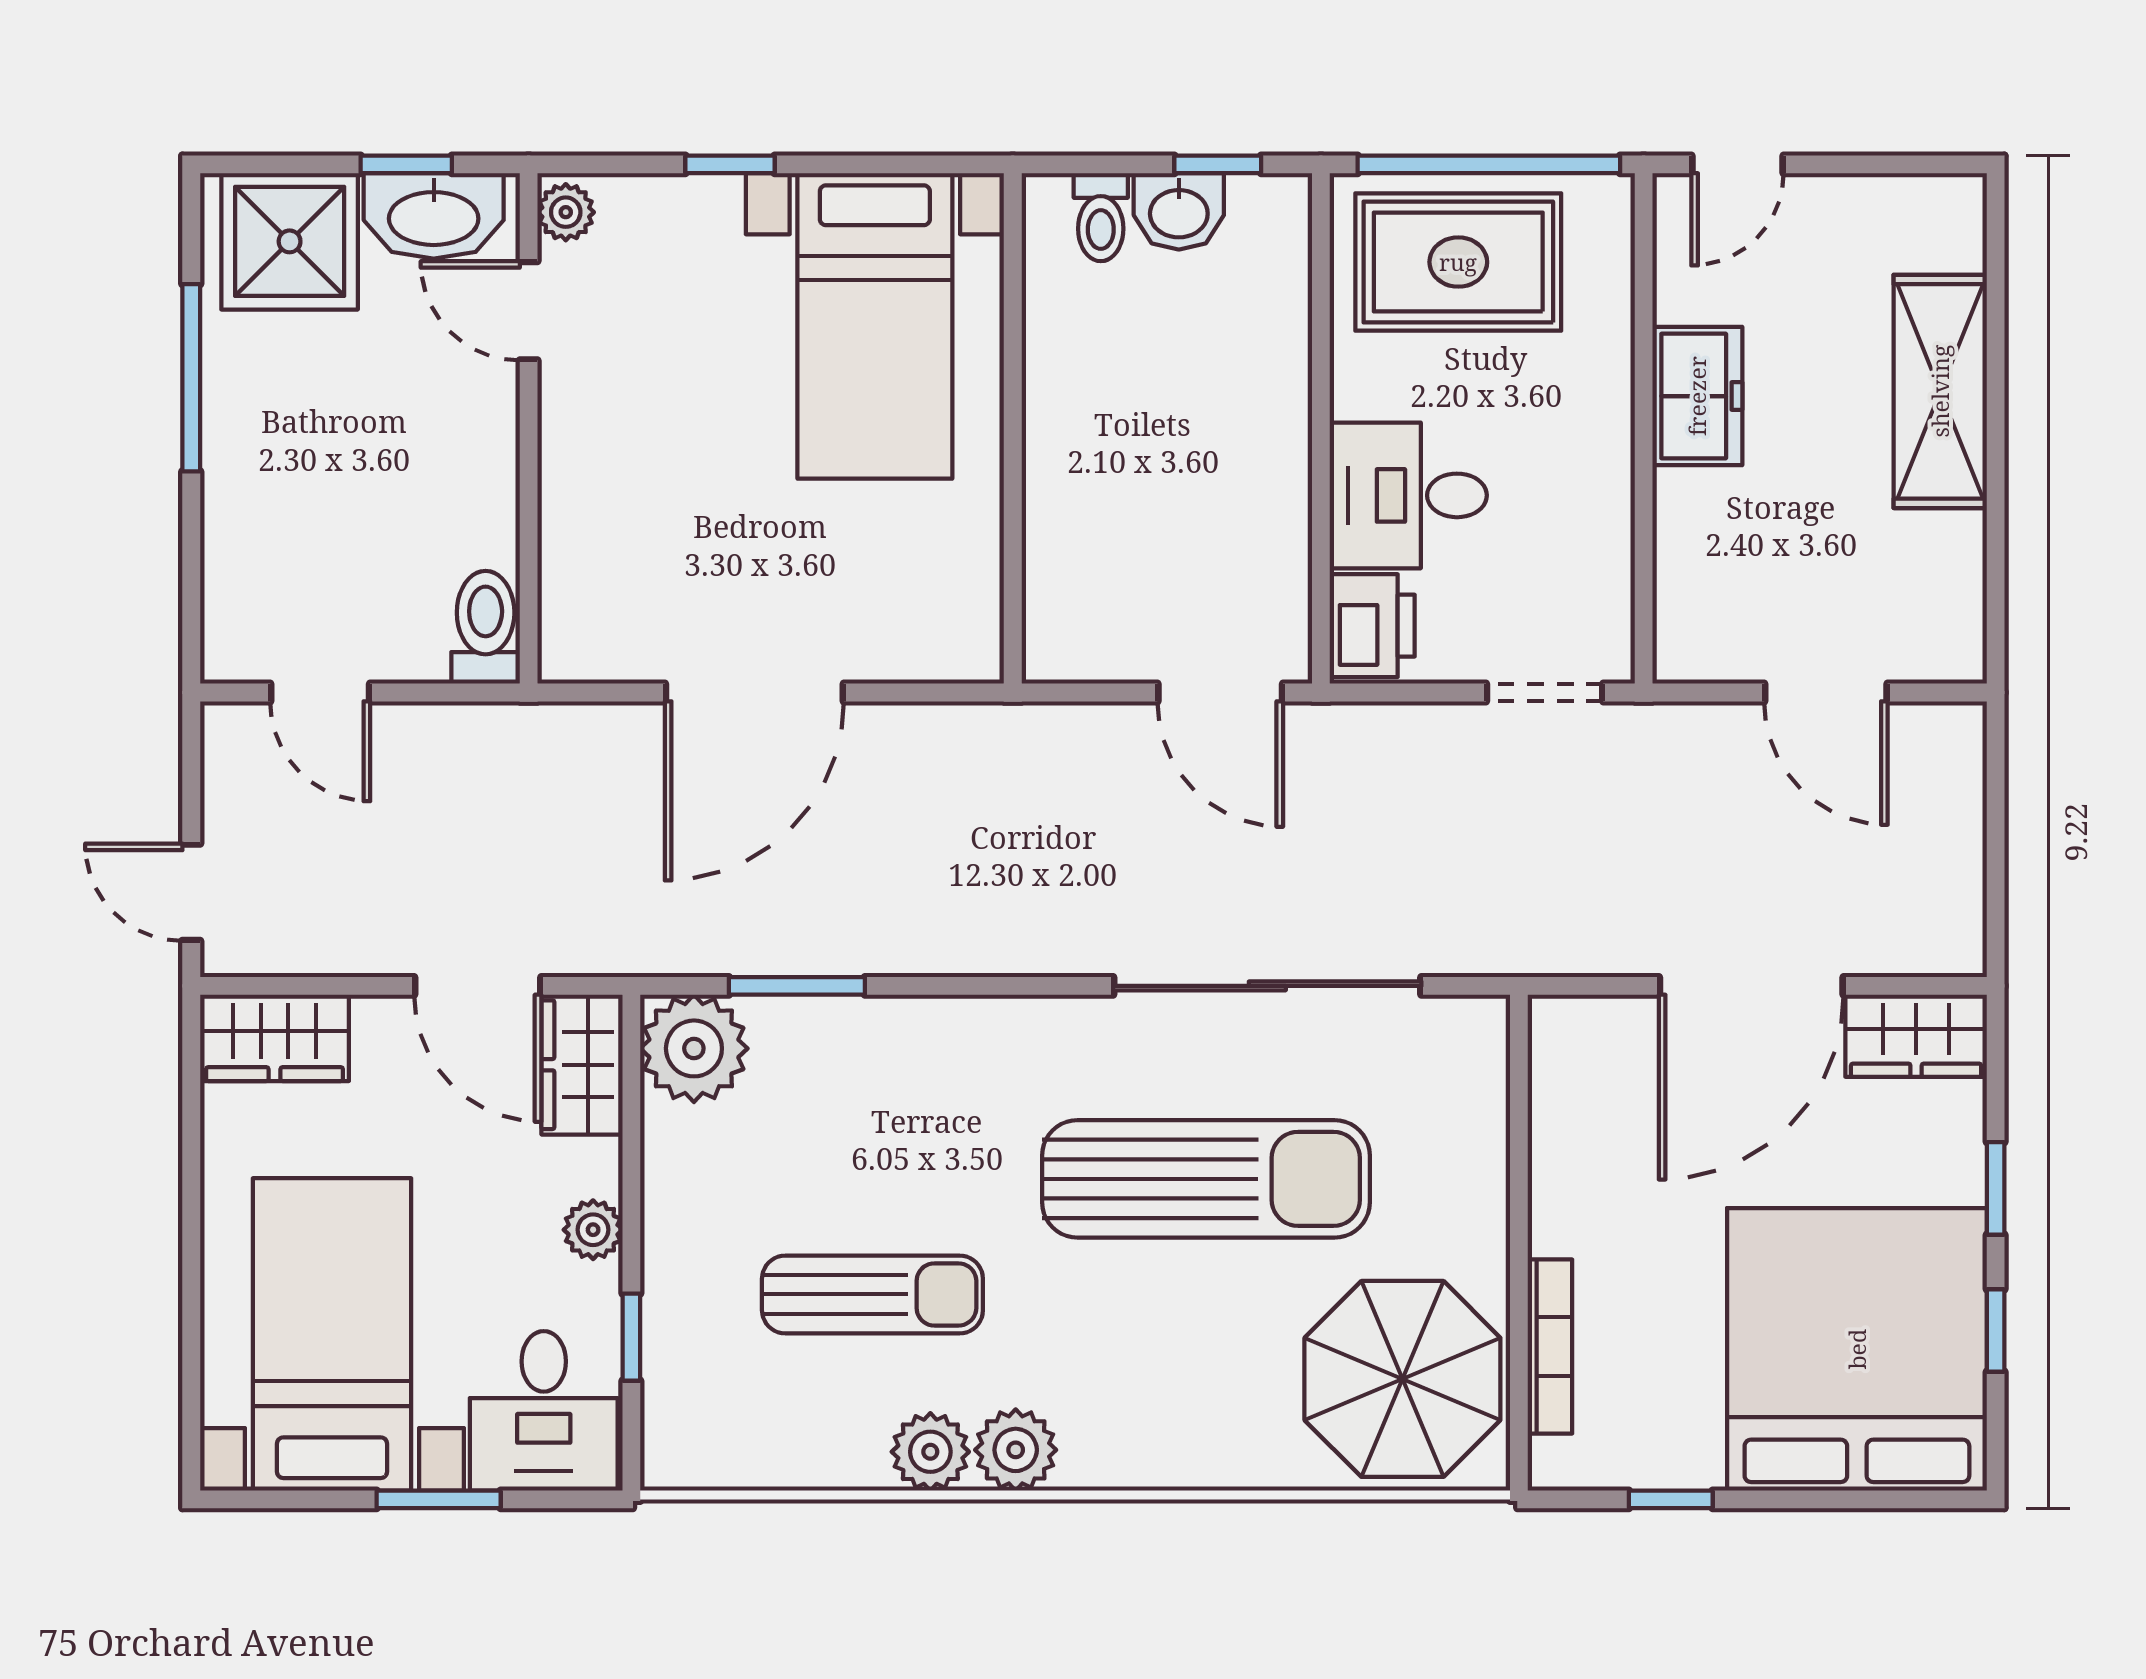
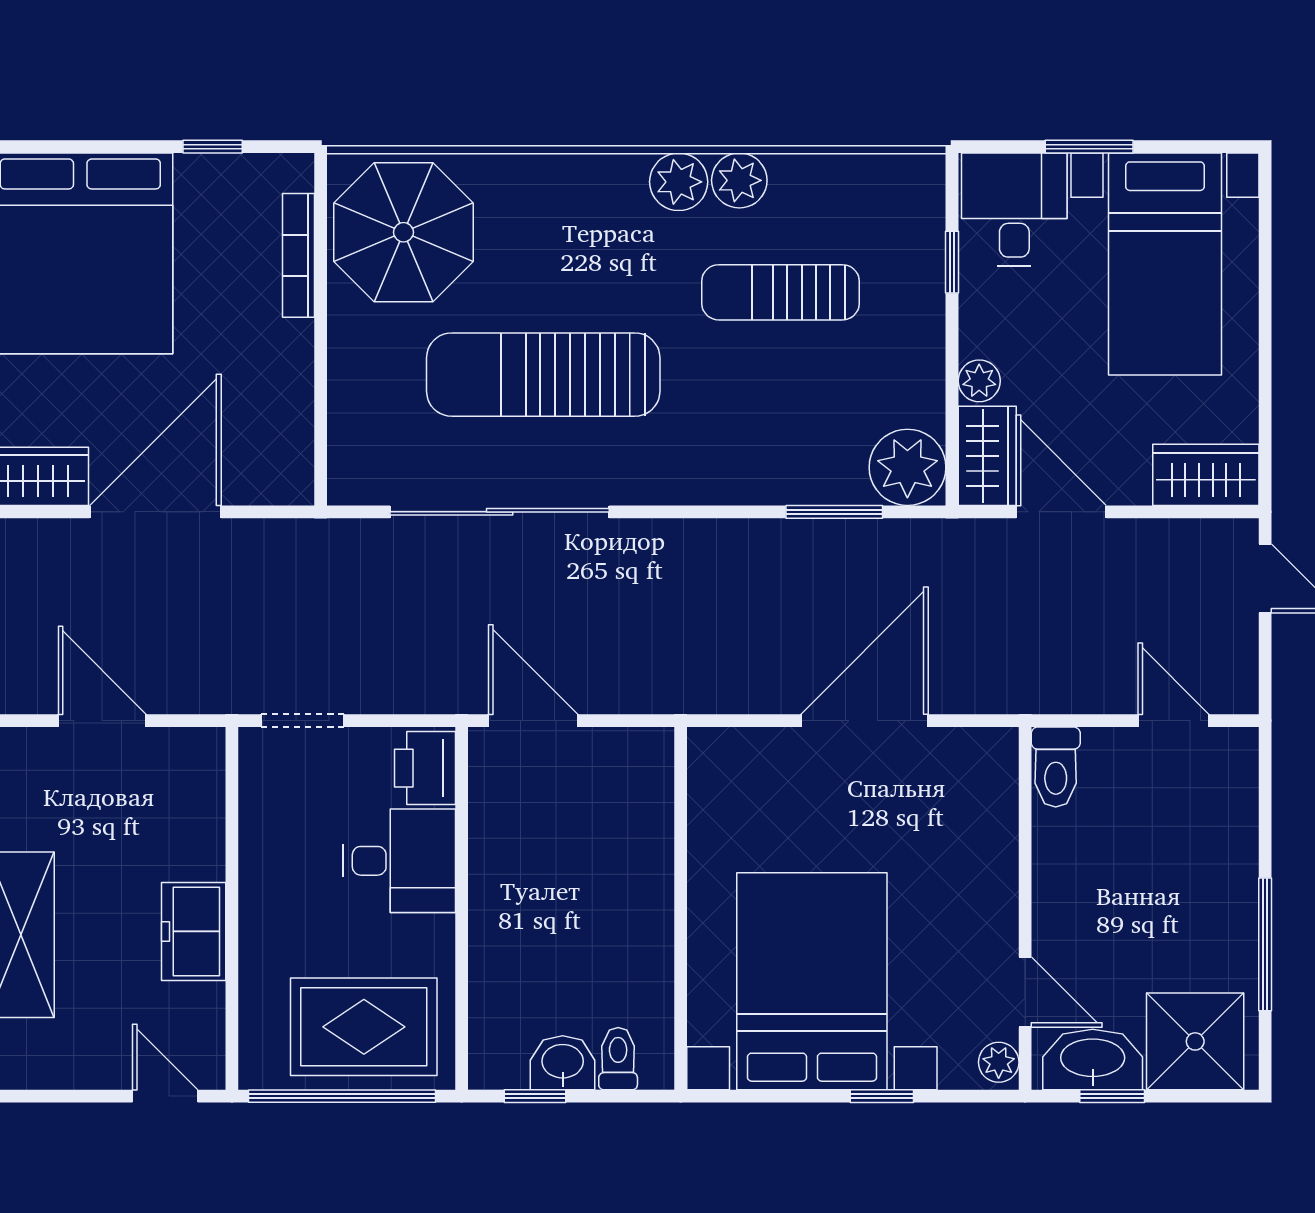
door: (1737, 164) -> (165, 1096), hinge flipped
bed with nightstands: (875, 326) -> (812, 981), width x1.36
plant: (593, 1230) -> (979, 381), moved

